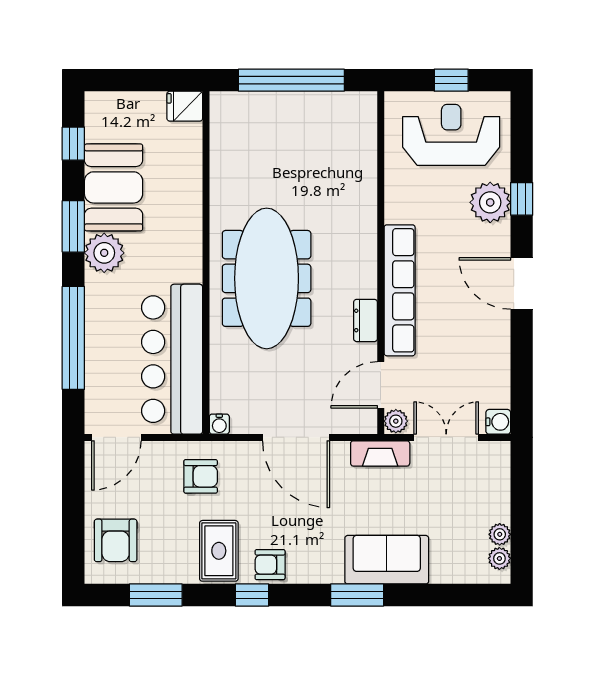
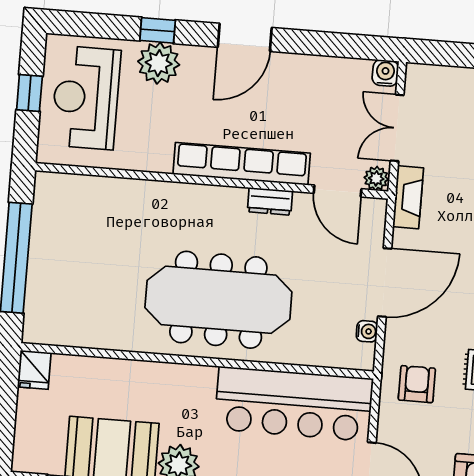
water cooler: (219, 424) -> (367, 331), moved

